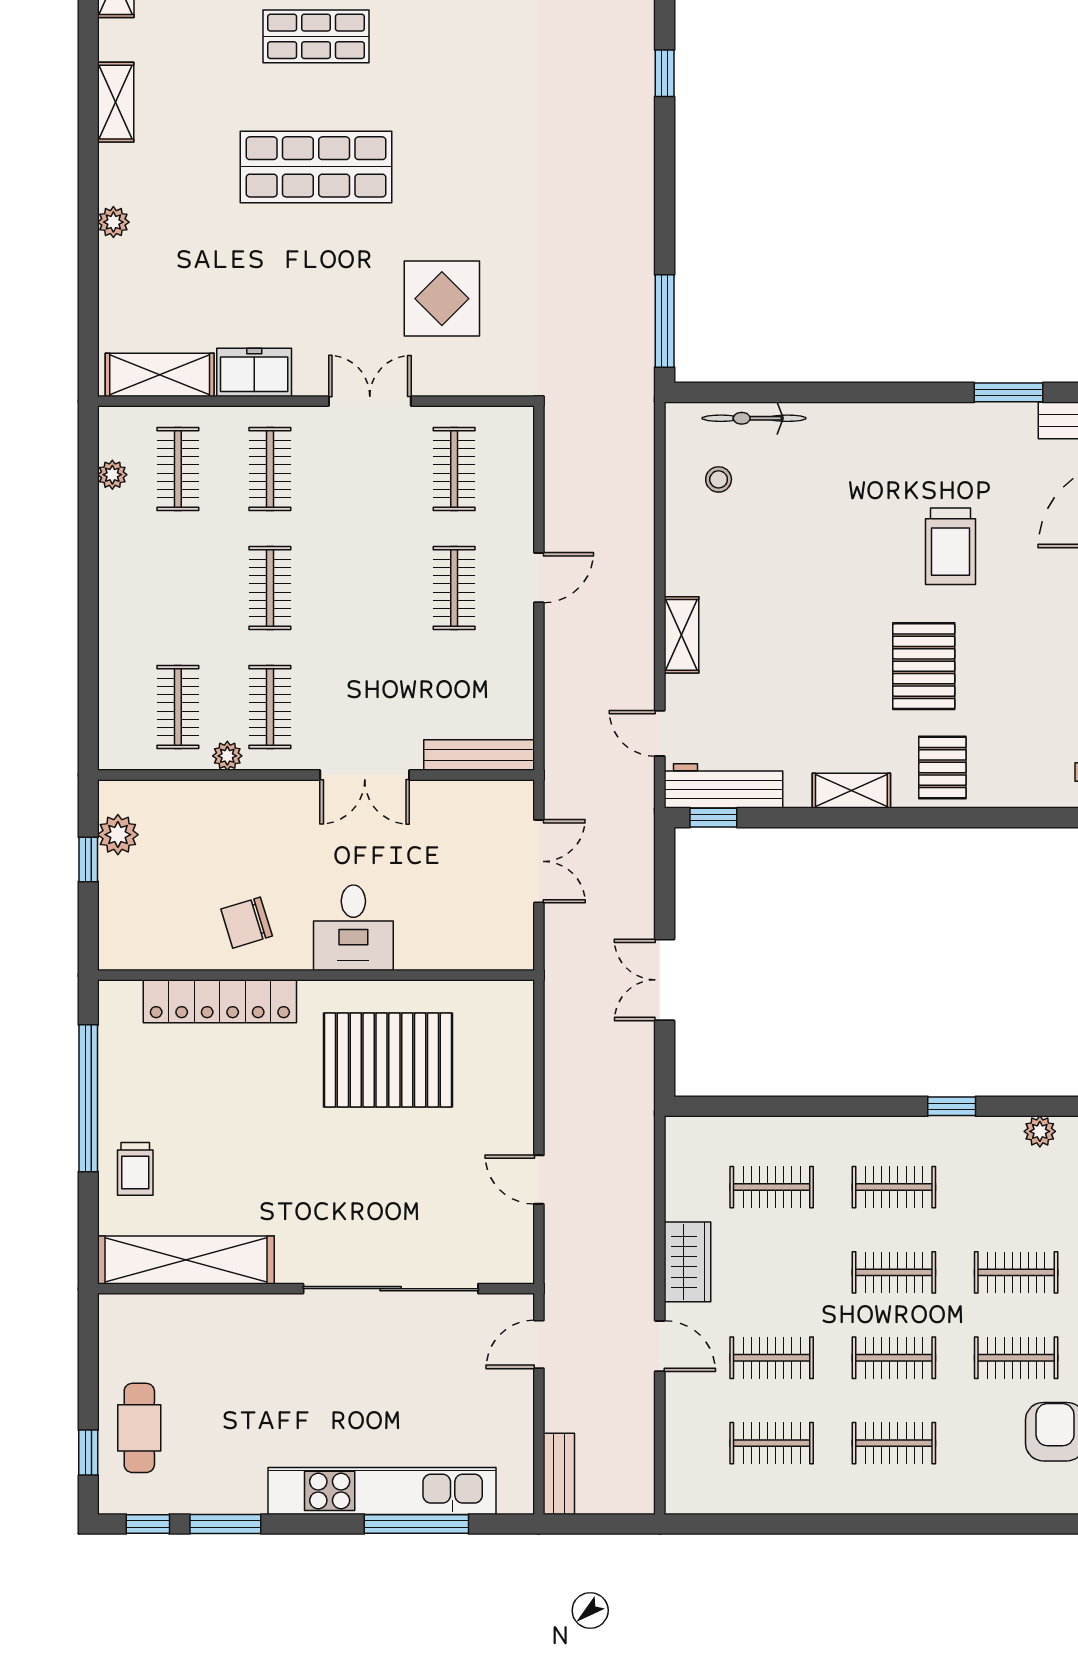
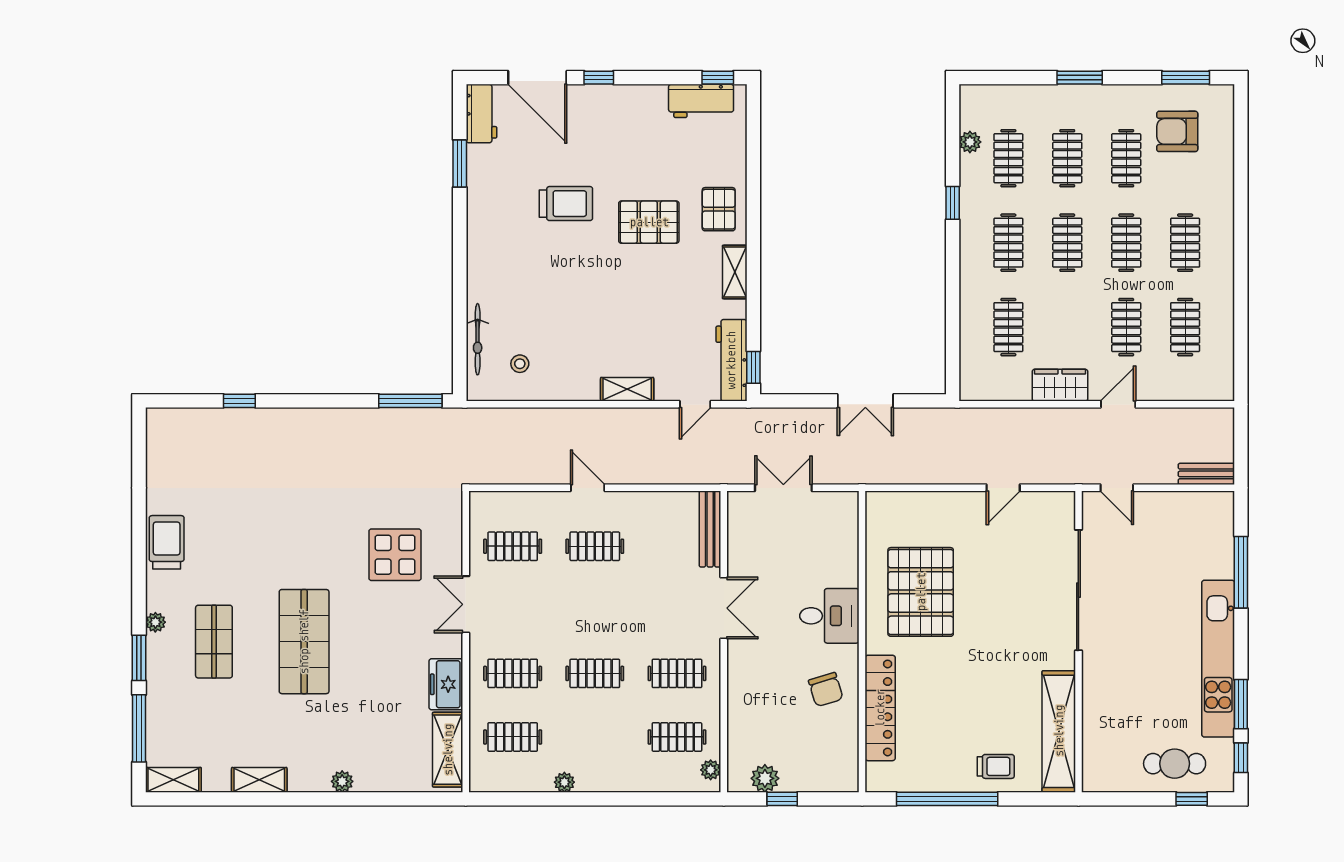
plant: (112, 475) -> (564, 782), moved
plant: (227, 756) -> (711, 770), moved
pallet: (942, 767) -> (719, 209), turned 90
clothes rail: (1016, 1187) -> (1008, 158), added
kitchen unit: (382, 1491) -> (1218, 659), moved

